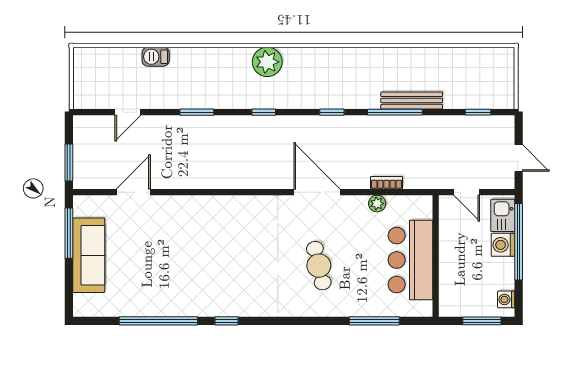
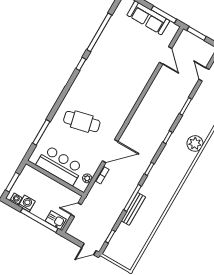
plant: (267, 62) -> (195, 143), moved
door: (519, 158) -> (89, 249), moved
door: (317, 192) -> (110, 151), moved
plant: (377, 204) -> (87, 178), moved
washing machine: (503, 245) -> (27, 203), moved
cafe table: (319, 266) -> (82, 122), width x1.37, depth x1.35

